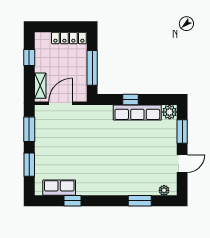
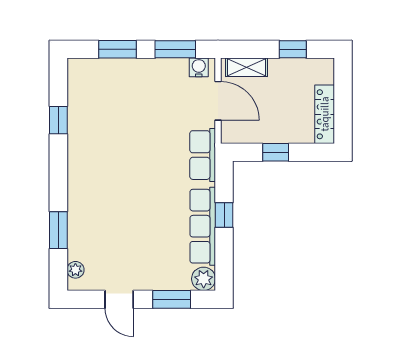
window: (92, 68) -> (276, 152), width x0.46
water cooler: (40, 115) -> (199, 67), added
row of seats: (59, 188) -> (203, 155), moved, turned 180

